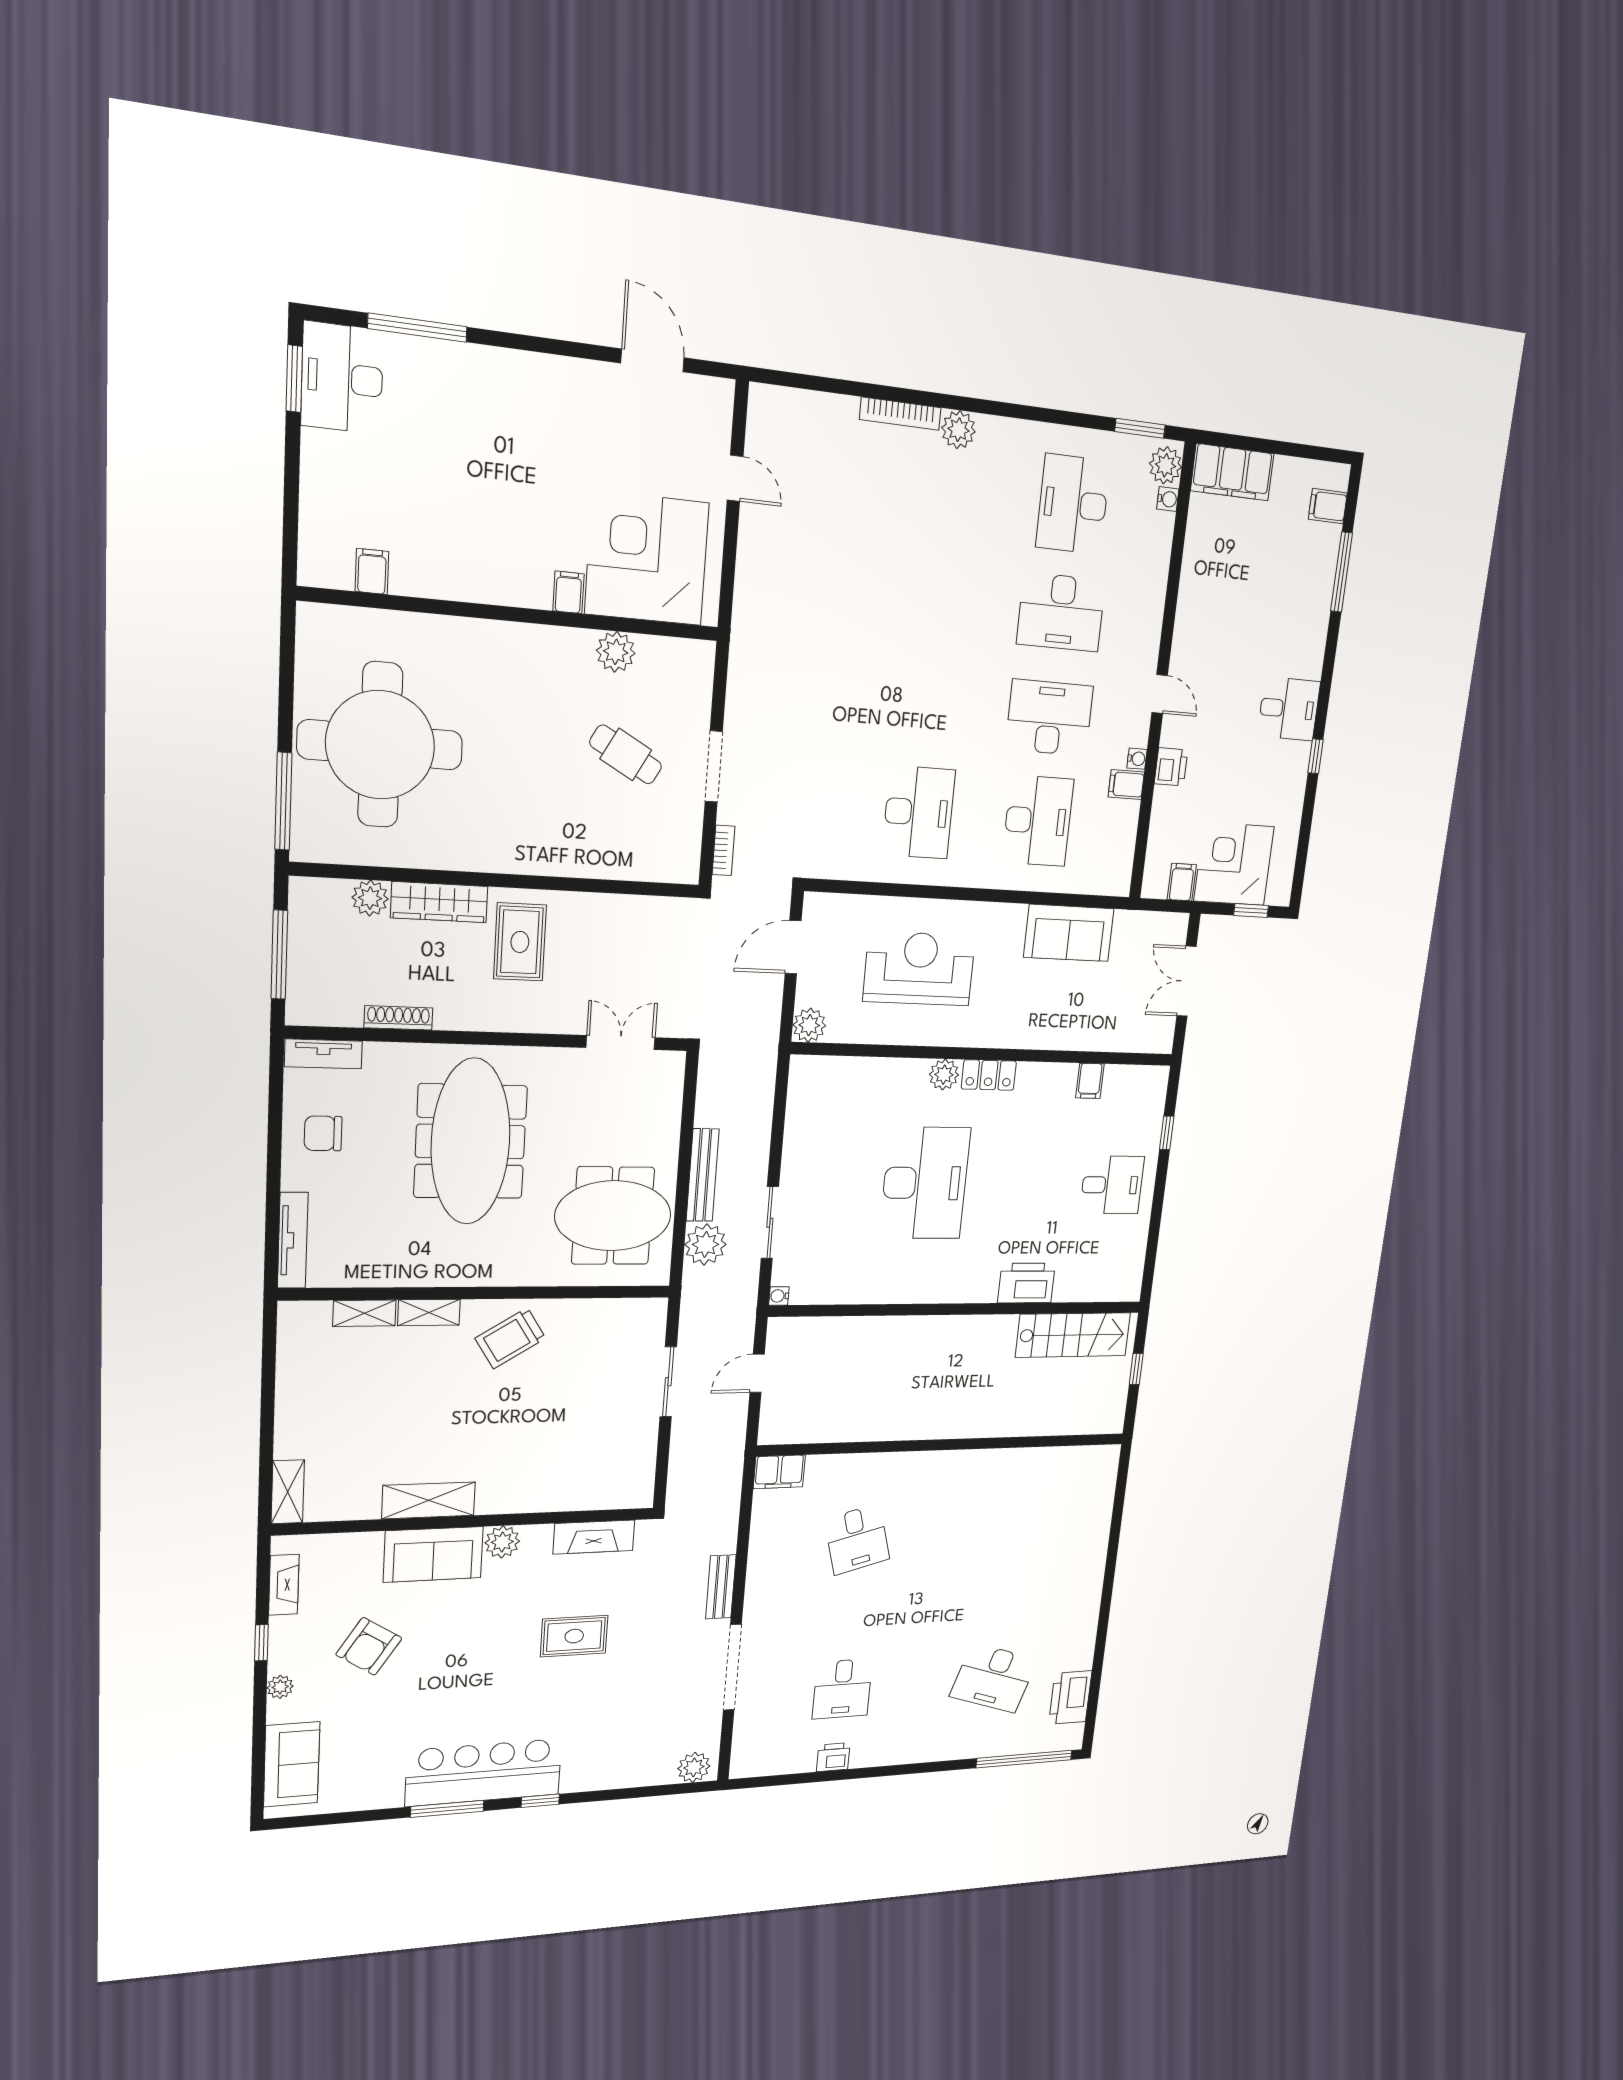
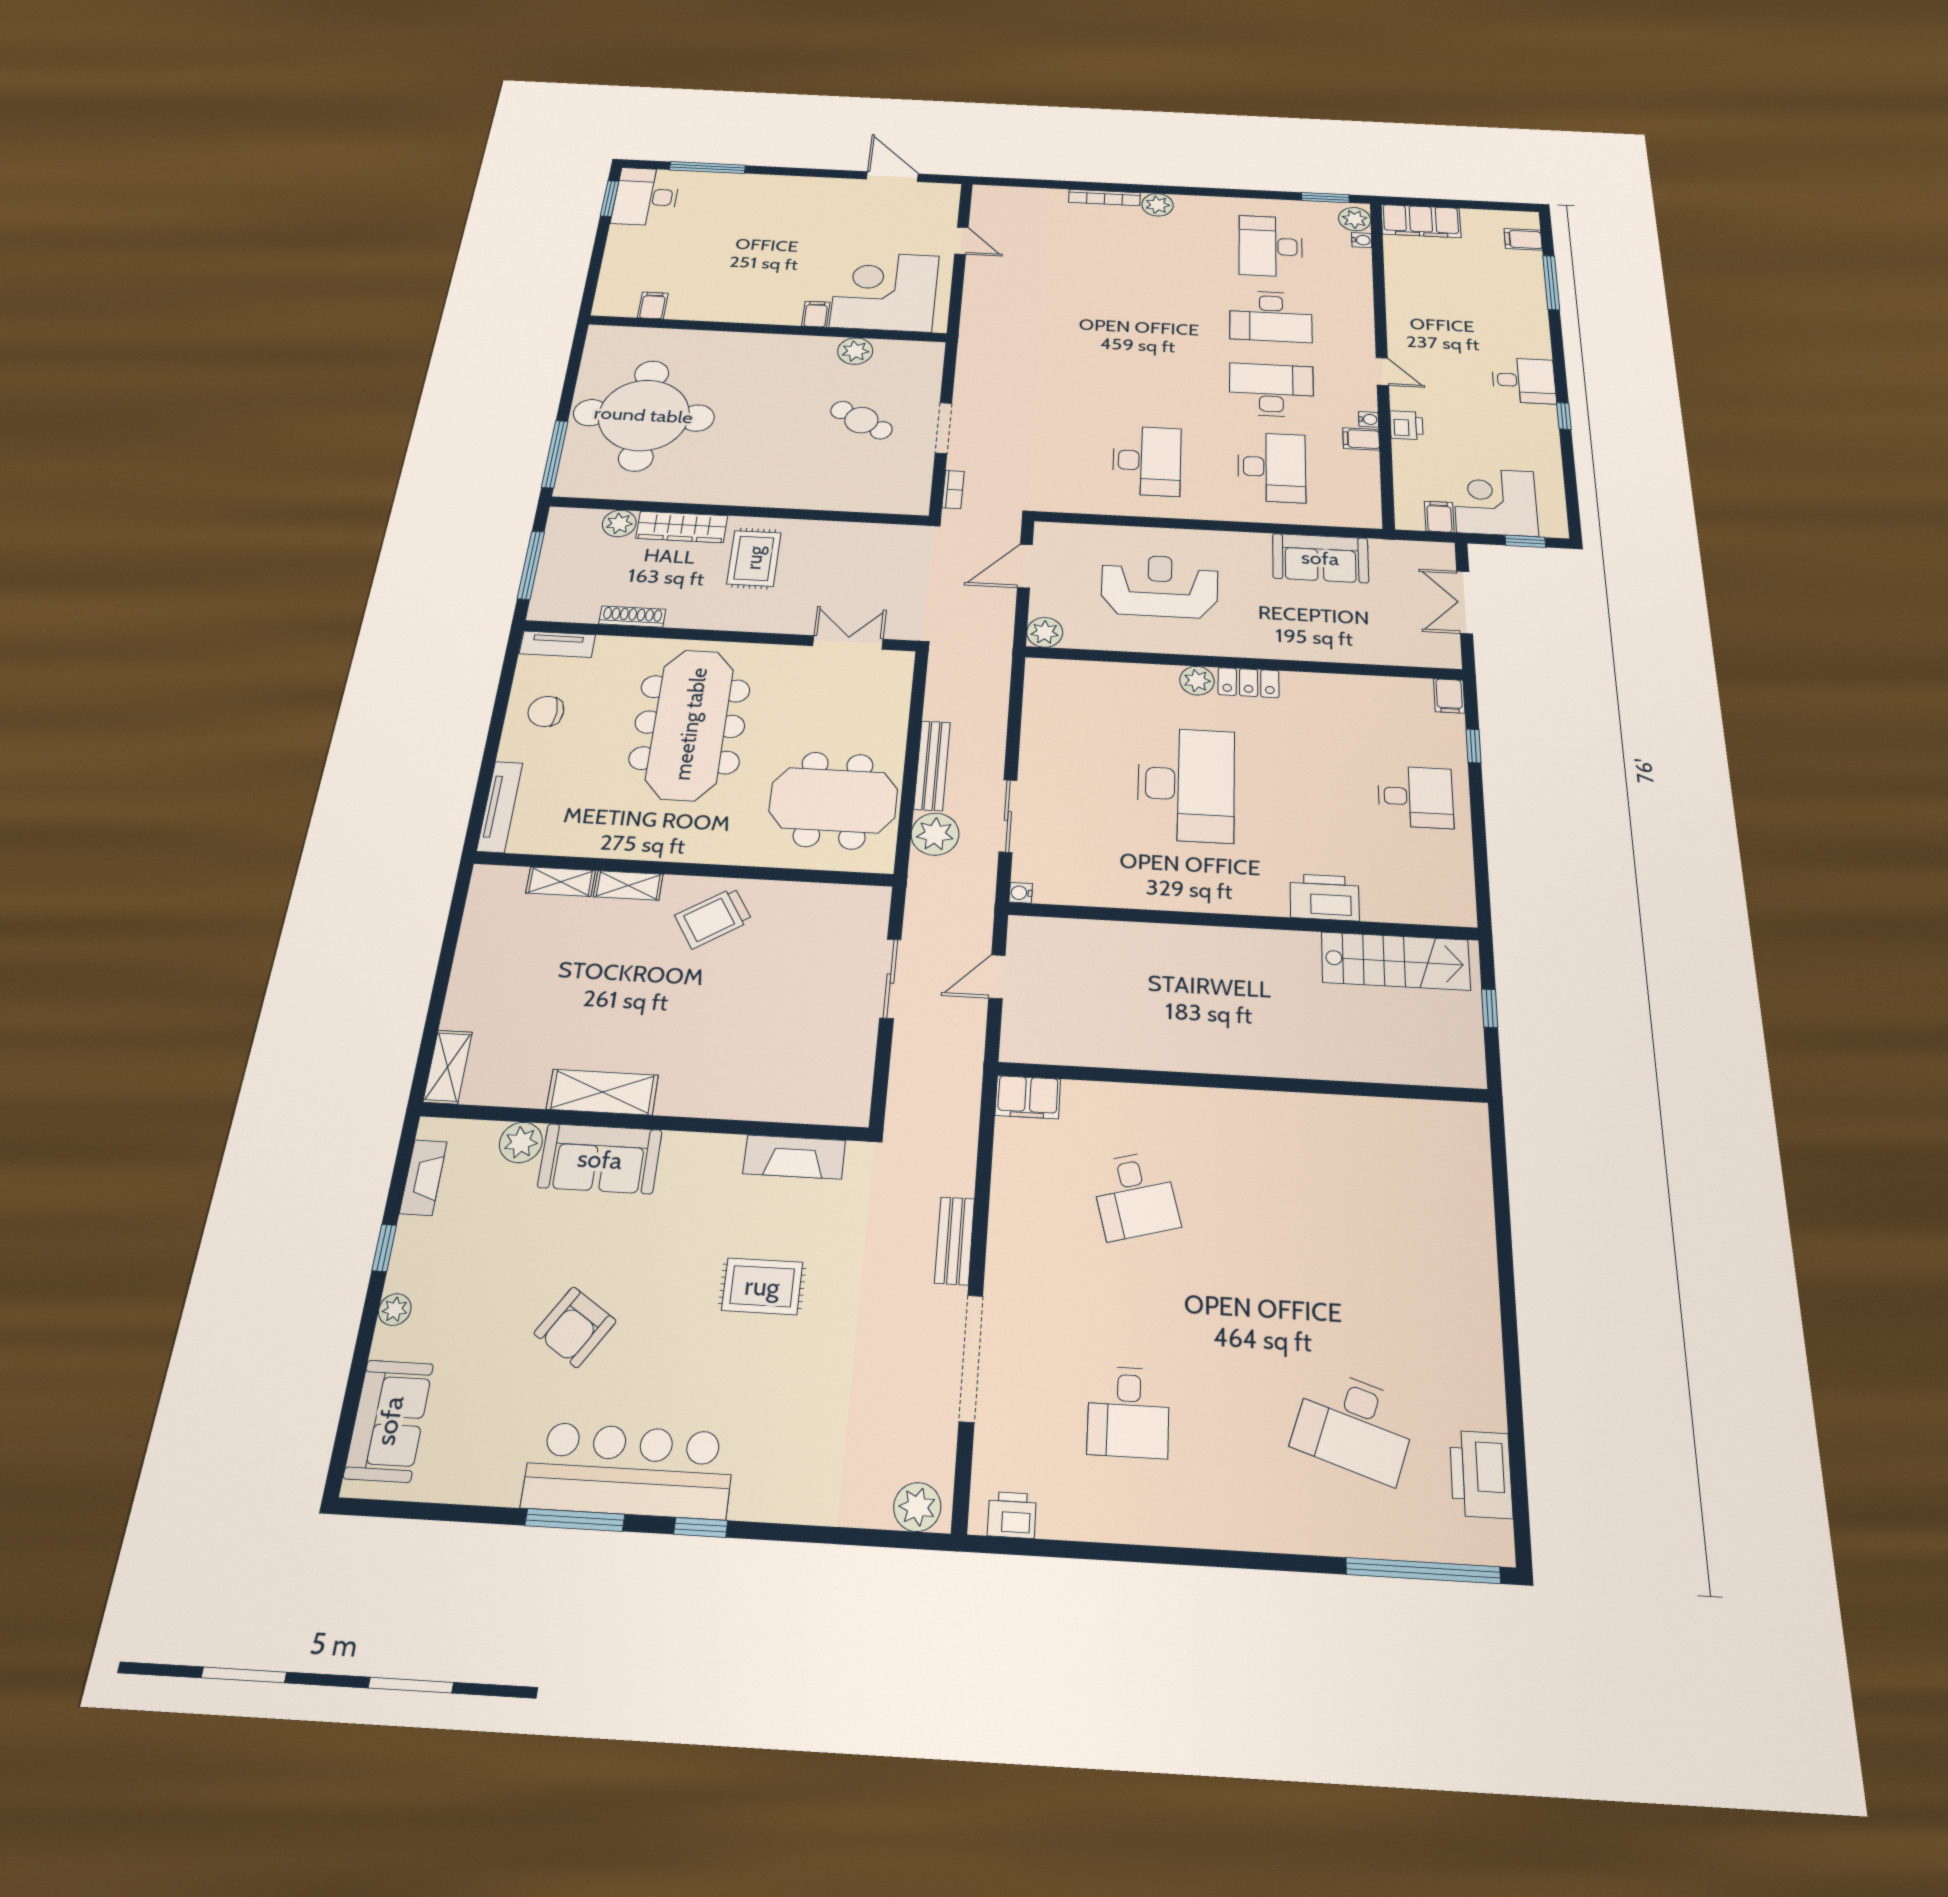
filing cabinet: (1090, 1081) -> (1449, 696), moved
plant: (502, 1542) -> (521, 1142), moved
armchair: (369, 1646) -> (575, 1327), moved
printer: (833, 1757) -> (1012, 1515), moved

